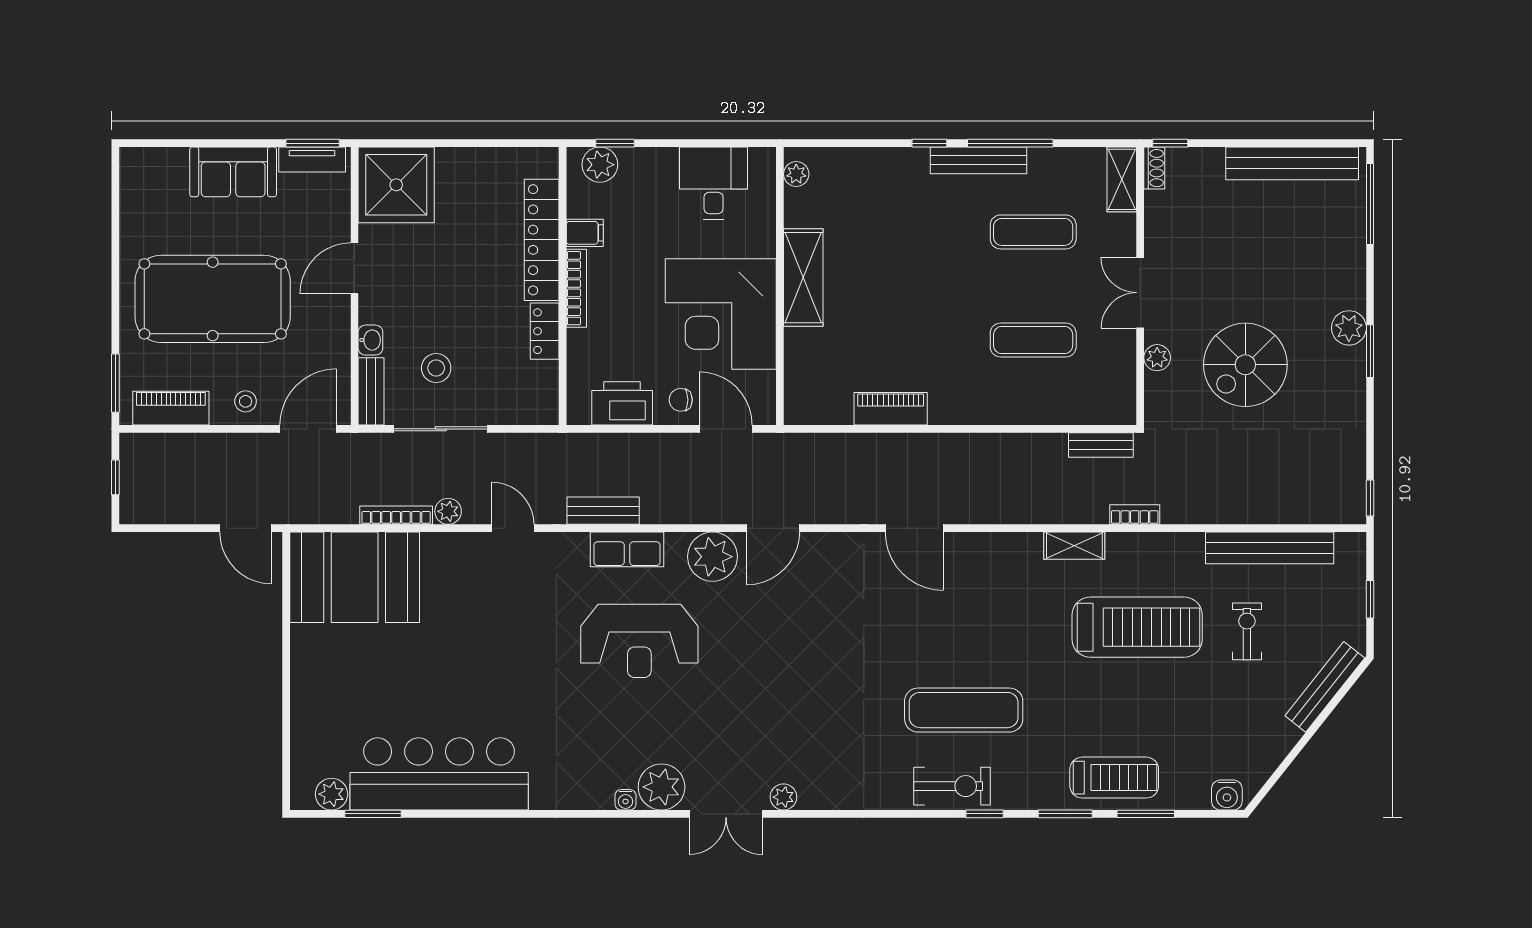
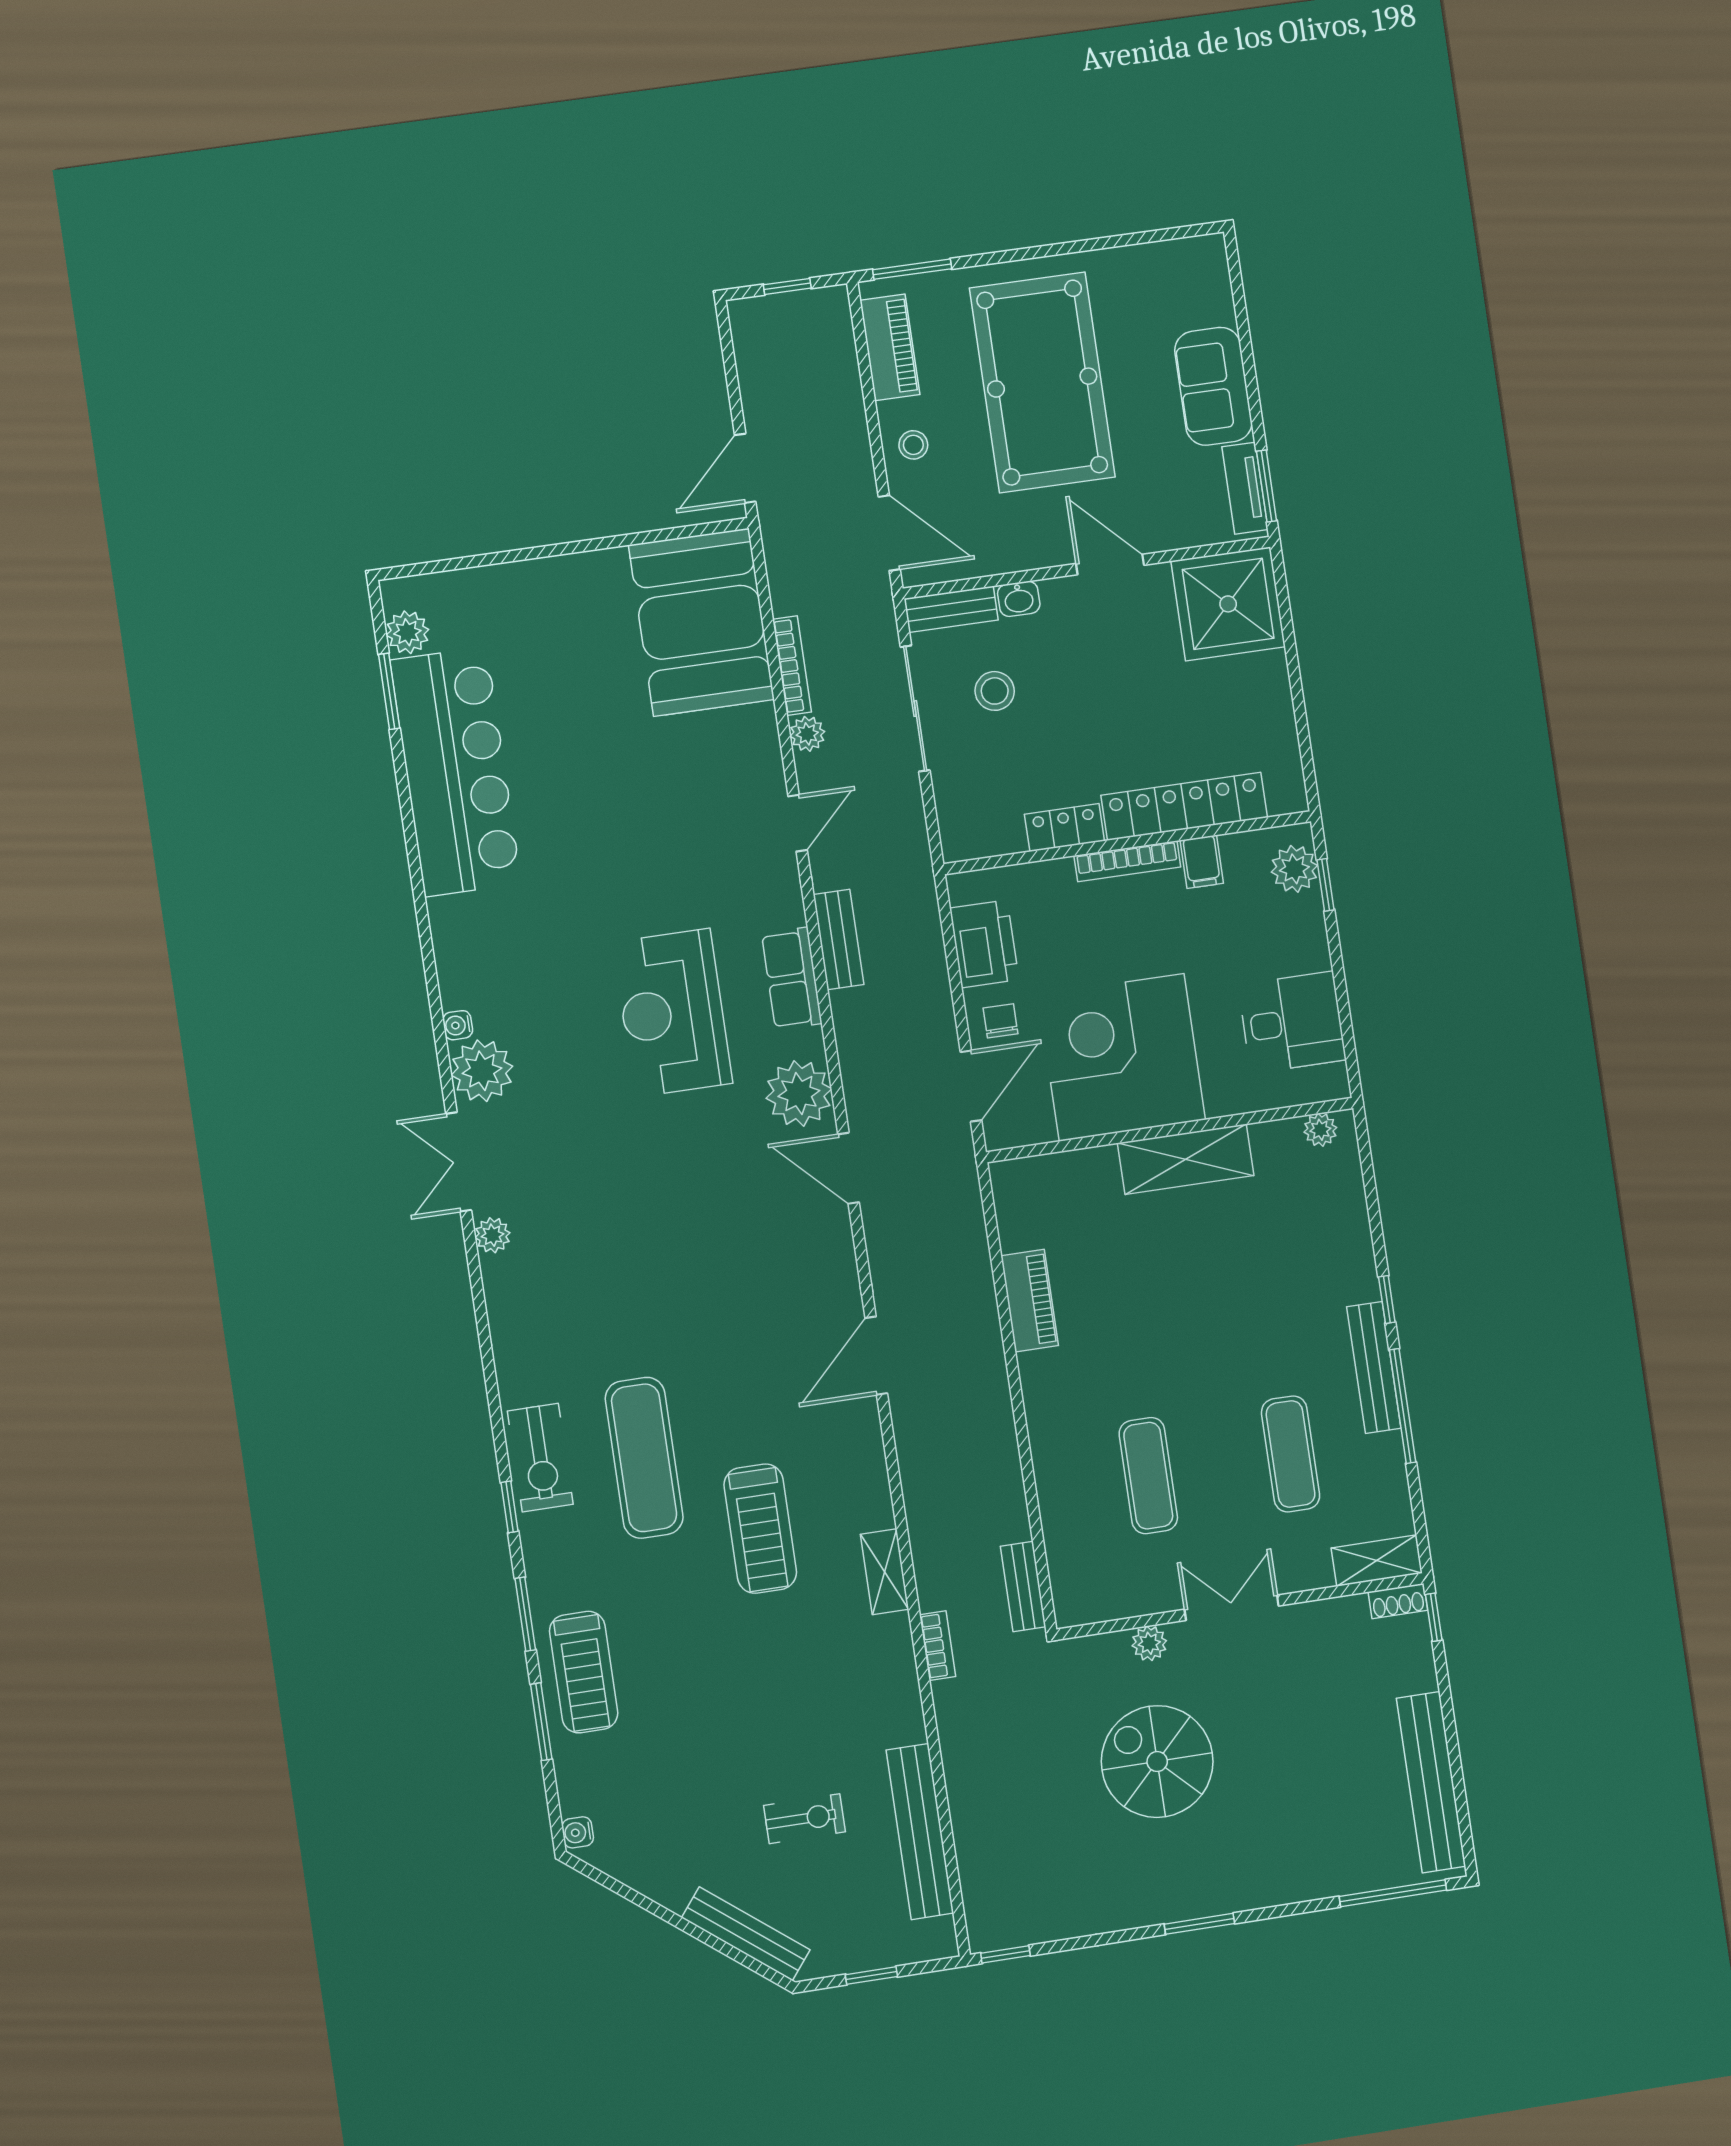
plant: (1349, 328) -> (1226, 1891), removed
treadmill: (1137, 627) -> (760, 1529), moved, width x0.73, depth x0.73
water cooler: (1227, 795) -> (578, 1832), width x0.72, depth x0.72

